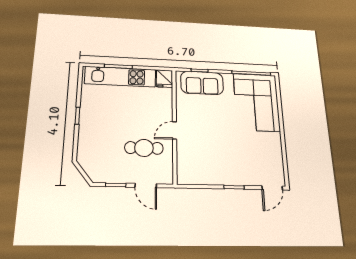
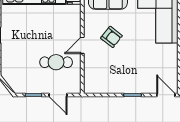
armchair: (207, 123) -> (111, 37), added
door: (272, 188) -> (166, 95), swing flipped

